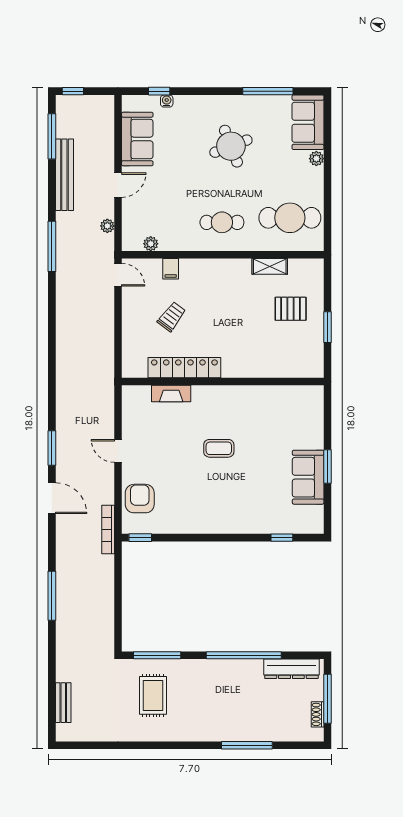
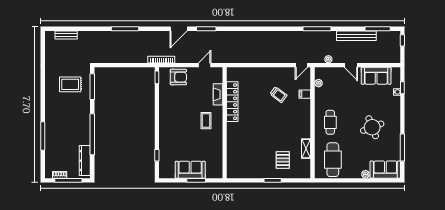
locker: (184, 368) -> (232, 102), moved
wall: (223, 381) -> (225, 123), moved
fireplace: (171, 393) -> (218, 94), moved

